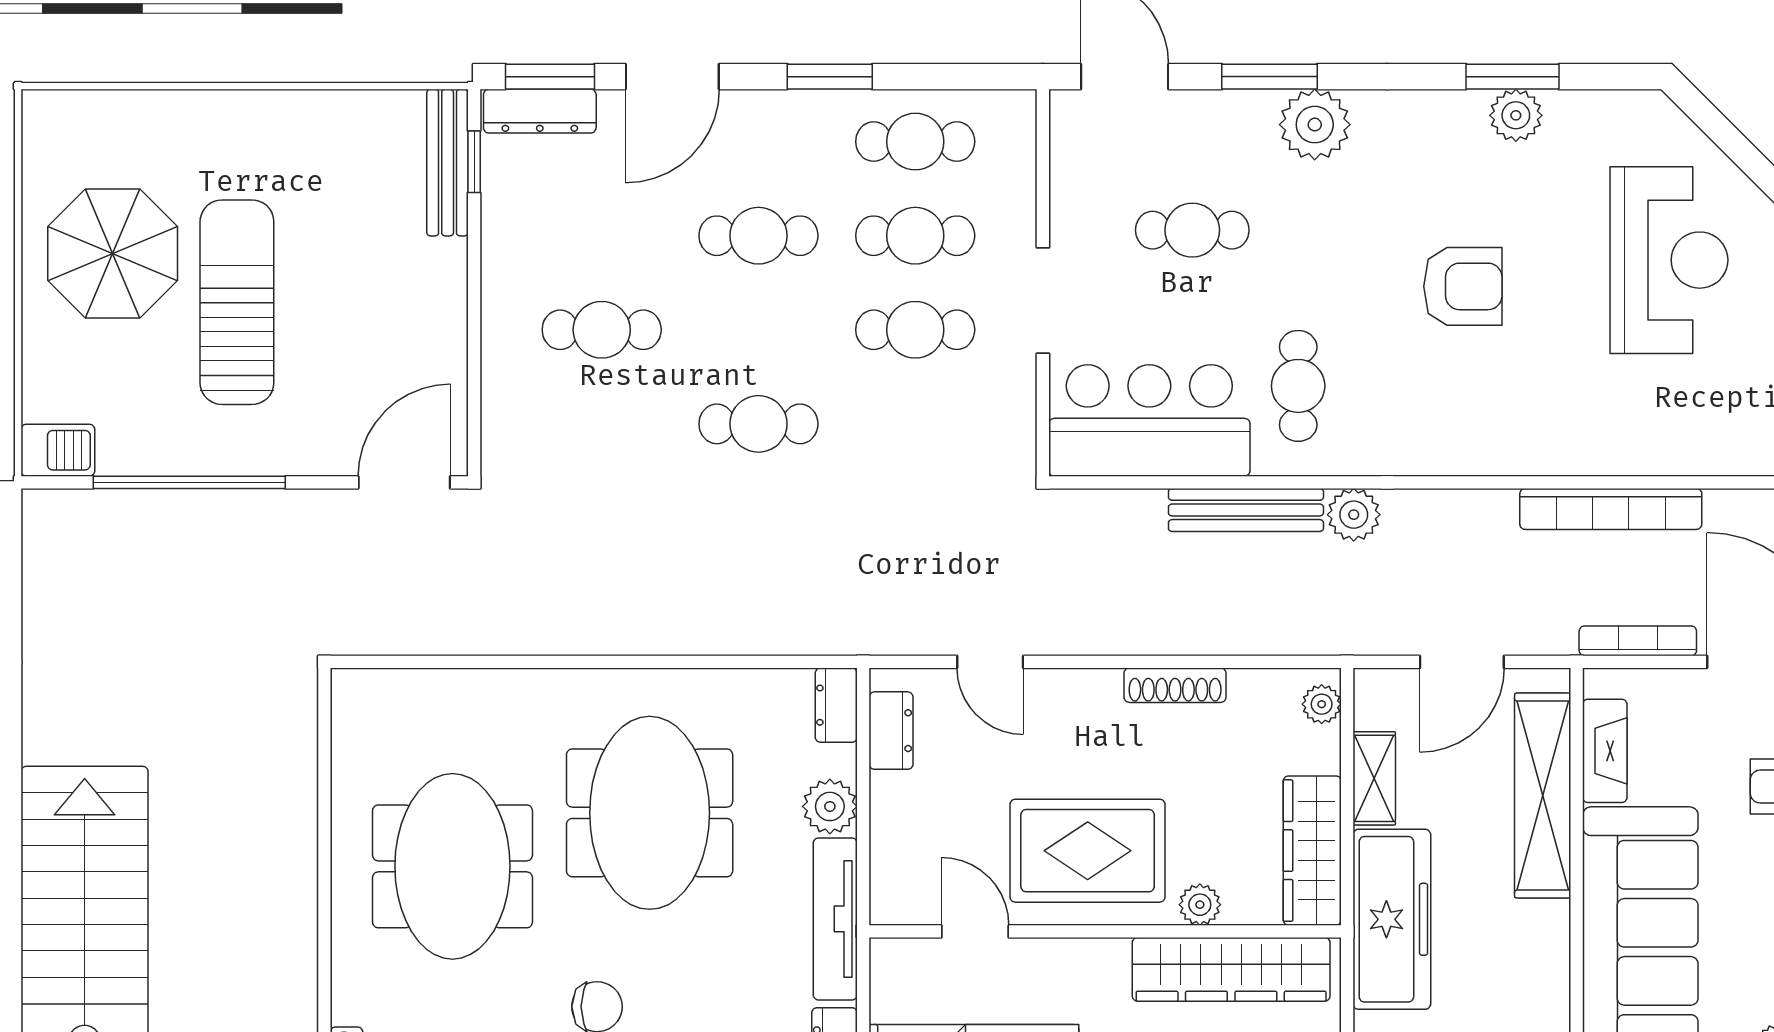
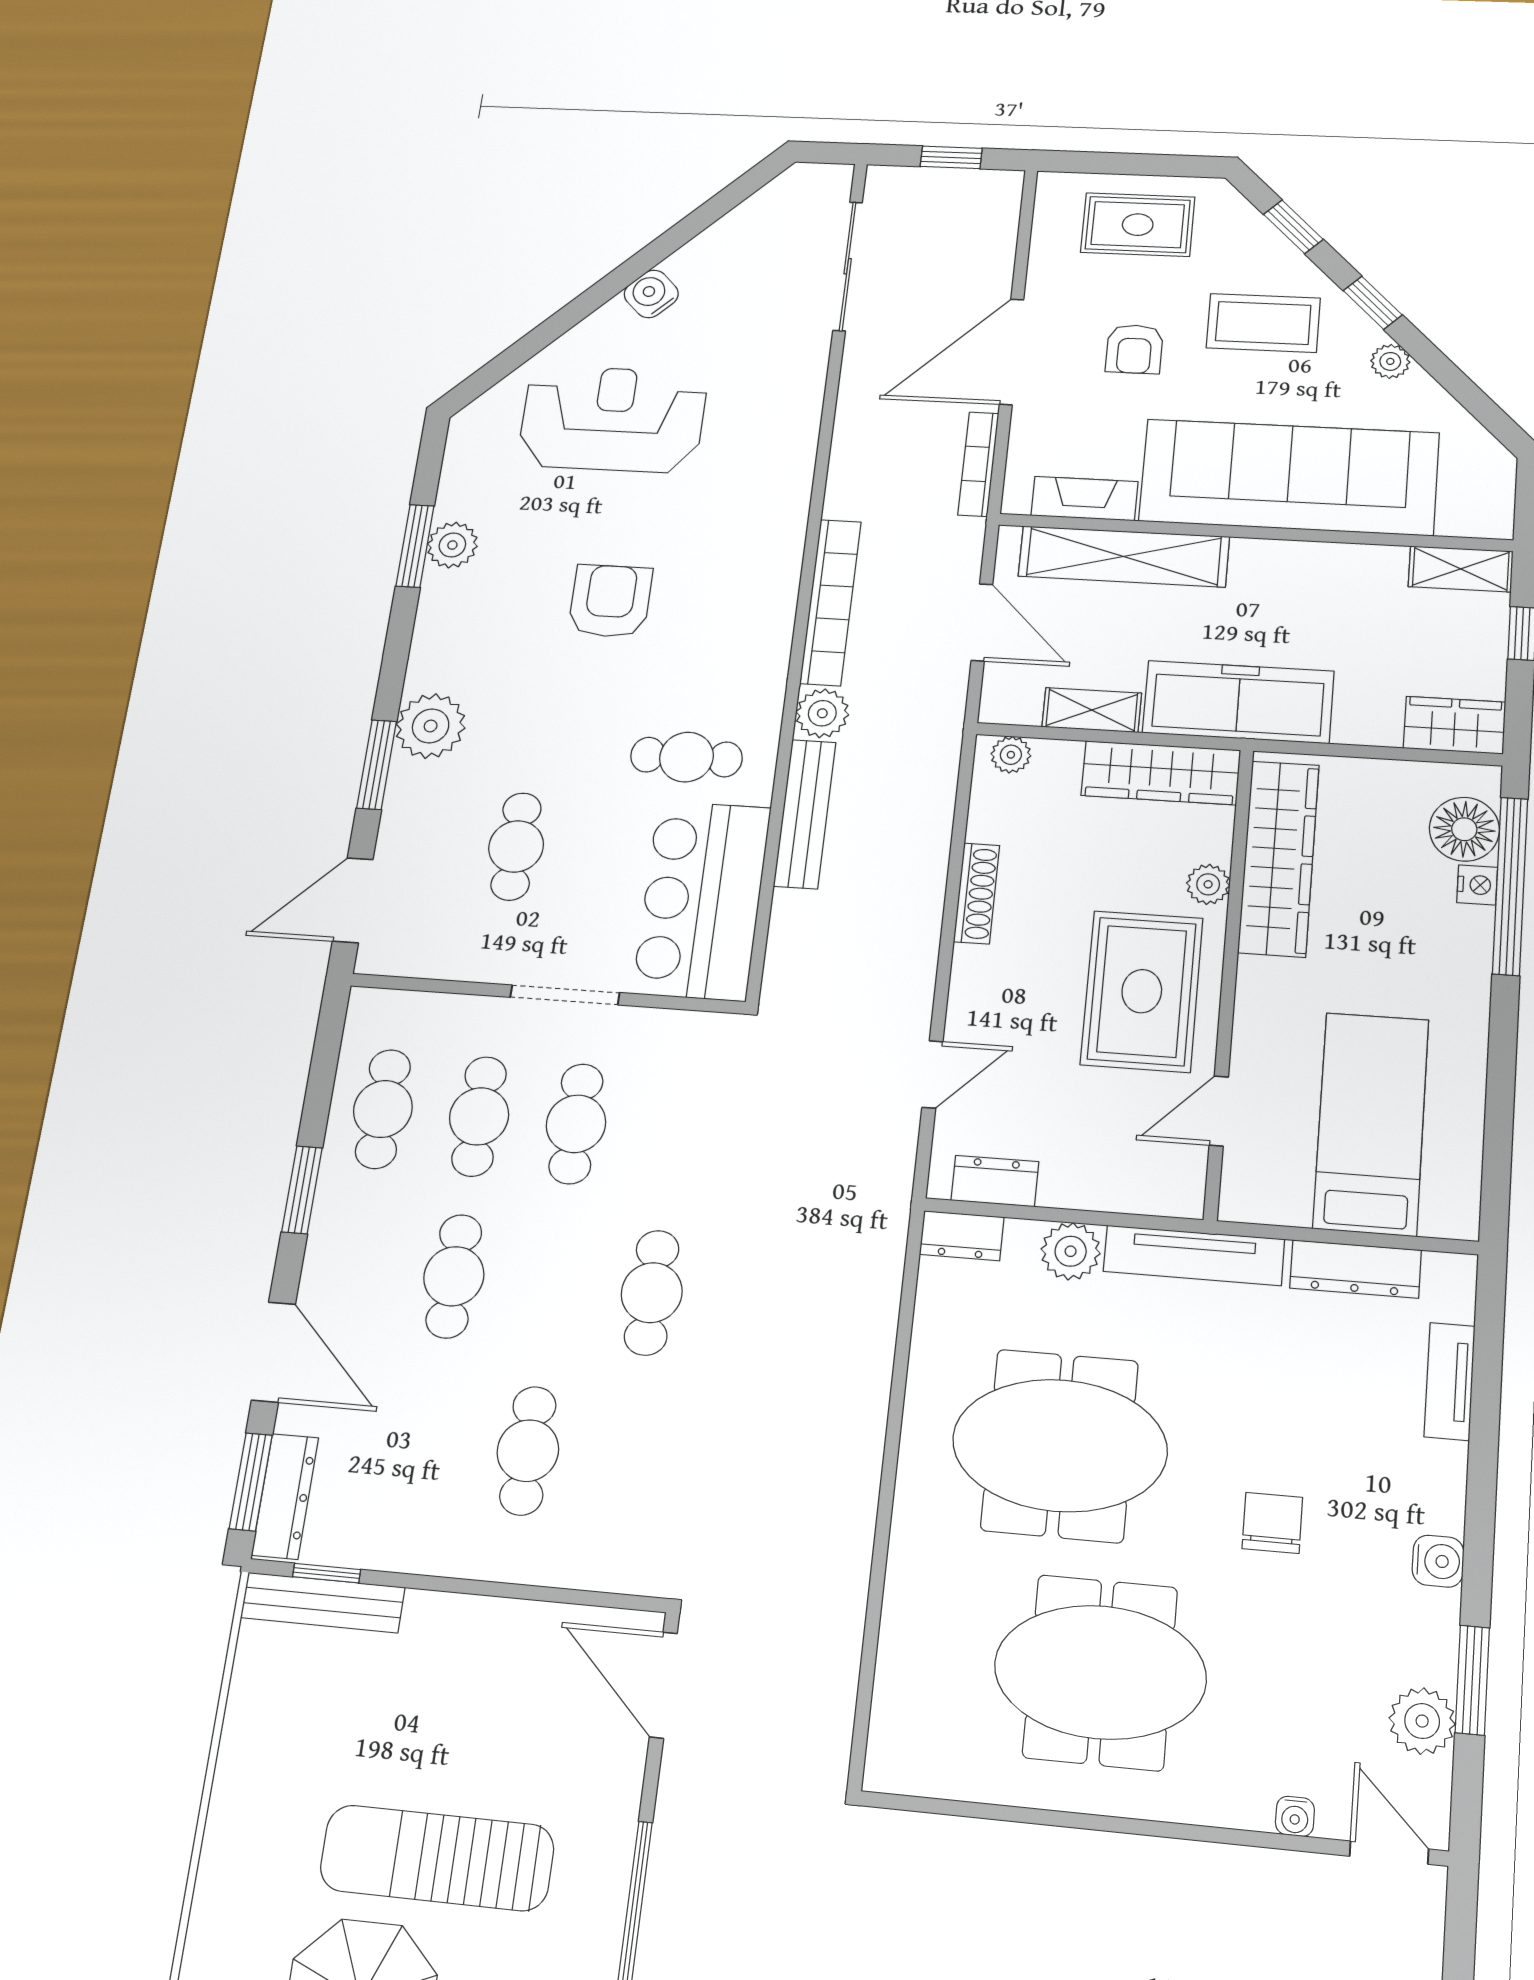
bookcase: (1611, 509) -> (831, 602), moved

